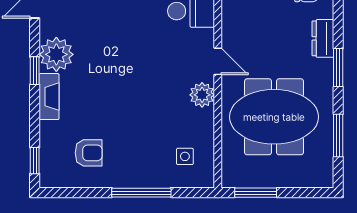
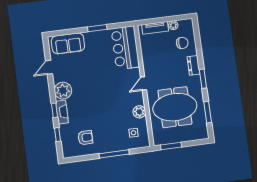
door: (218, 61) -> (143, 83), swing flipped
window: (35, 71) -> (54, 110), moved
plant: (202, 95) -> (139, 112), moved
window: (35, 161) -> (57, 135), moved

